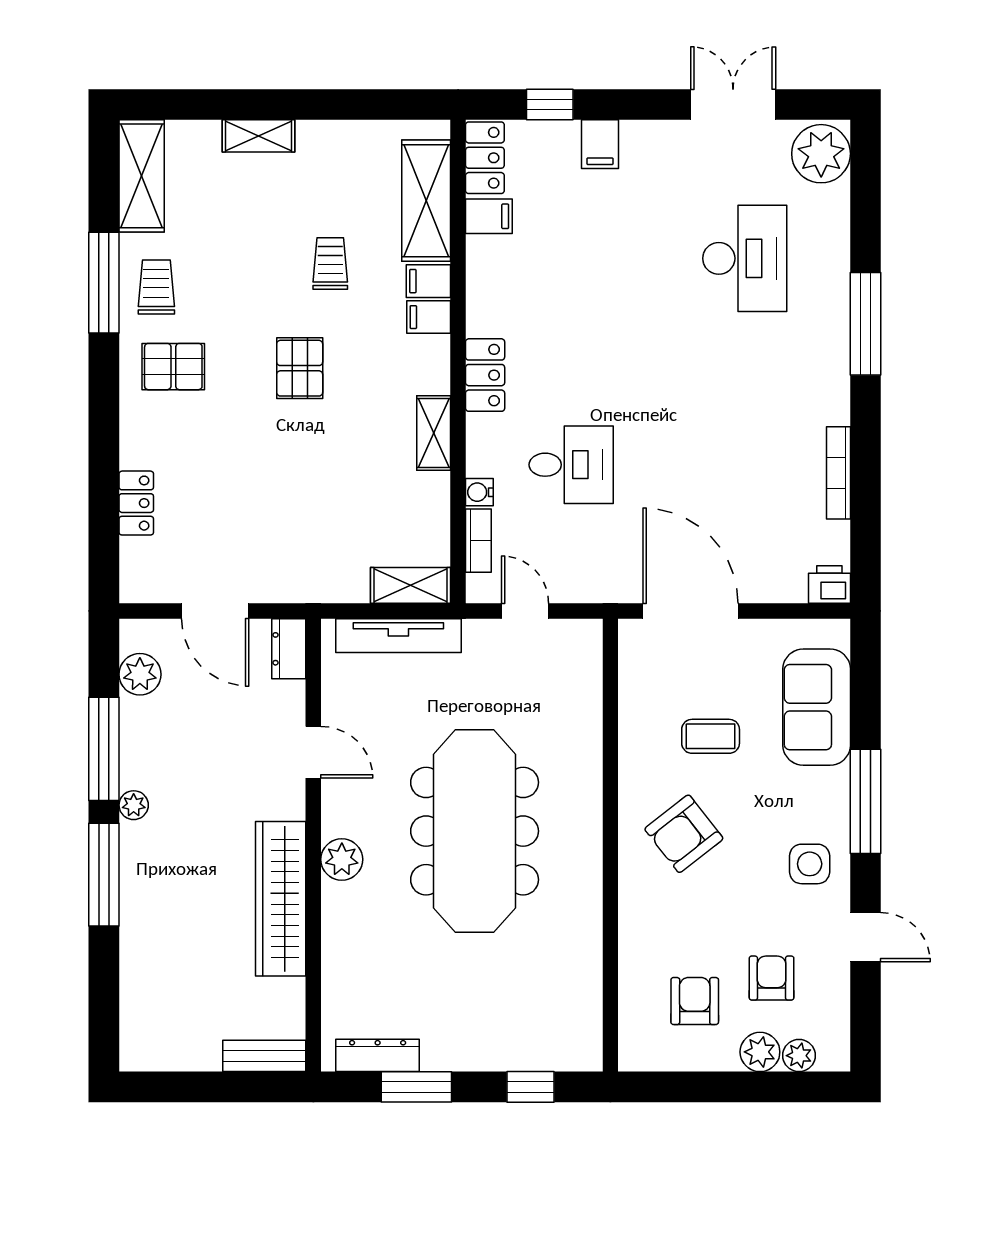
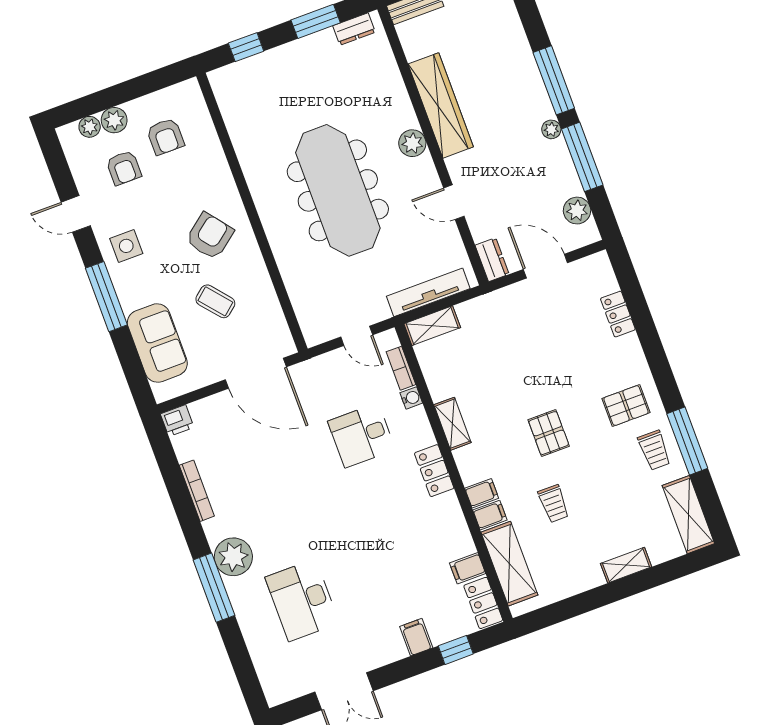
plant: (821, 154) -> (233, 557), moved
coffee table: (711, 736) -> (215, 301), turned 50
dresser: (378, 1055) -> (354, 29), width x0.70

